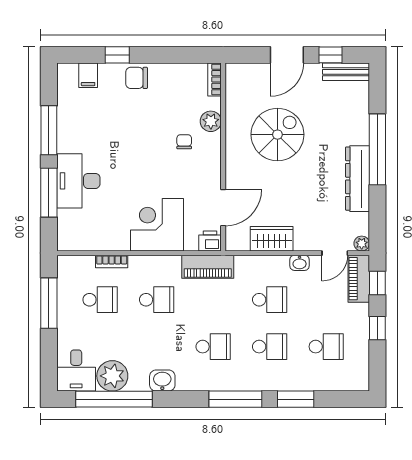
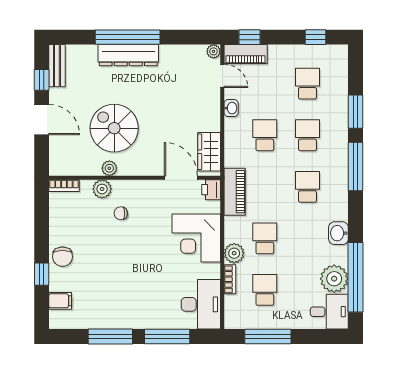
plant: (234, 129) -> (109, 168), added
dresser: (357, 179) -> (128, 55), moved
desk: (78, 181) -> (201, 304), moved, turned -90
wardrobe: (272, 239) -> (209, 152), moved
plant: (140, 266) -> (234, 253), added
window: (377, 328) -> (316, 37), moved

